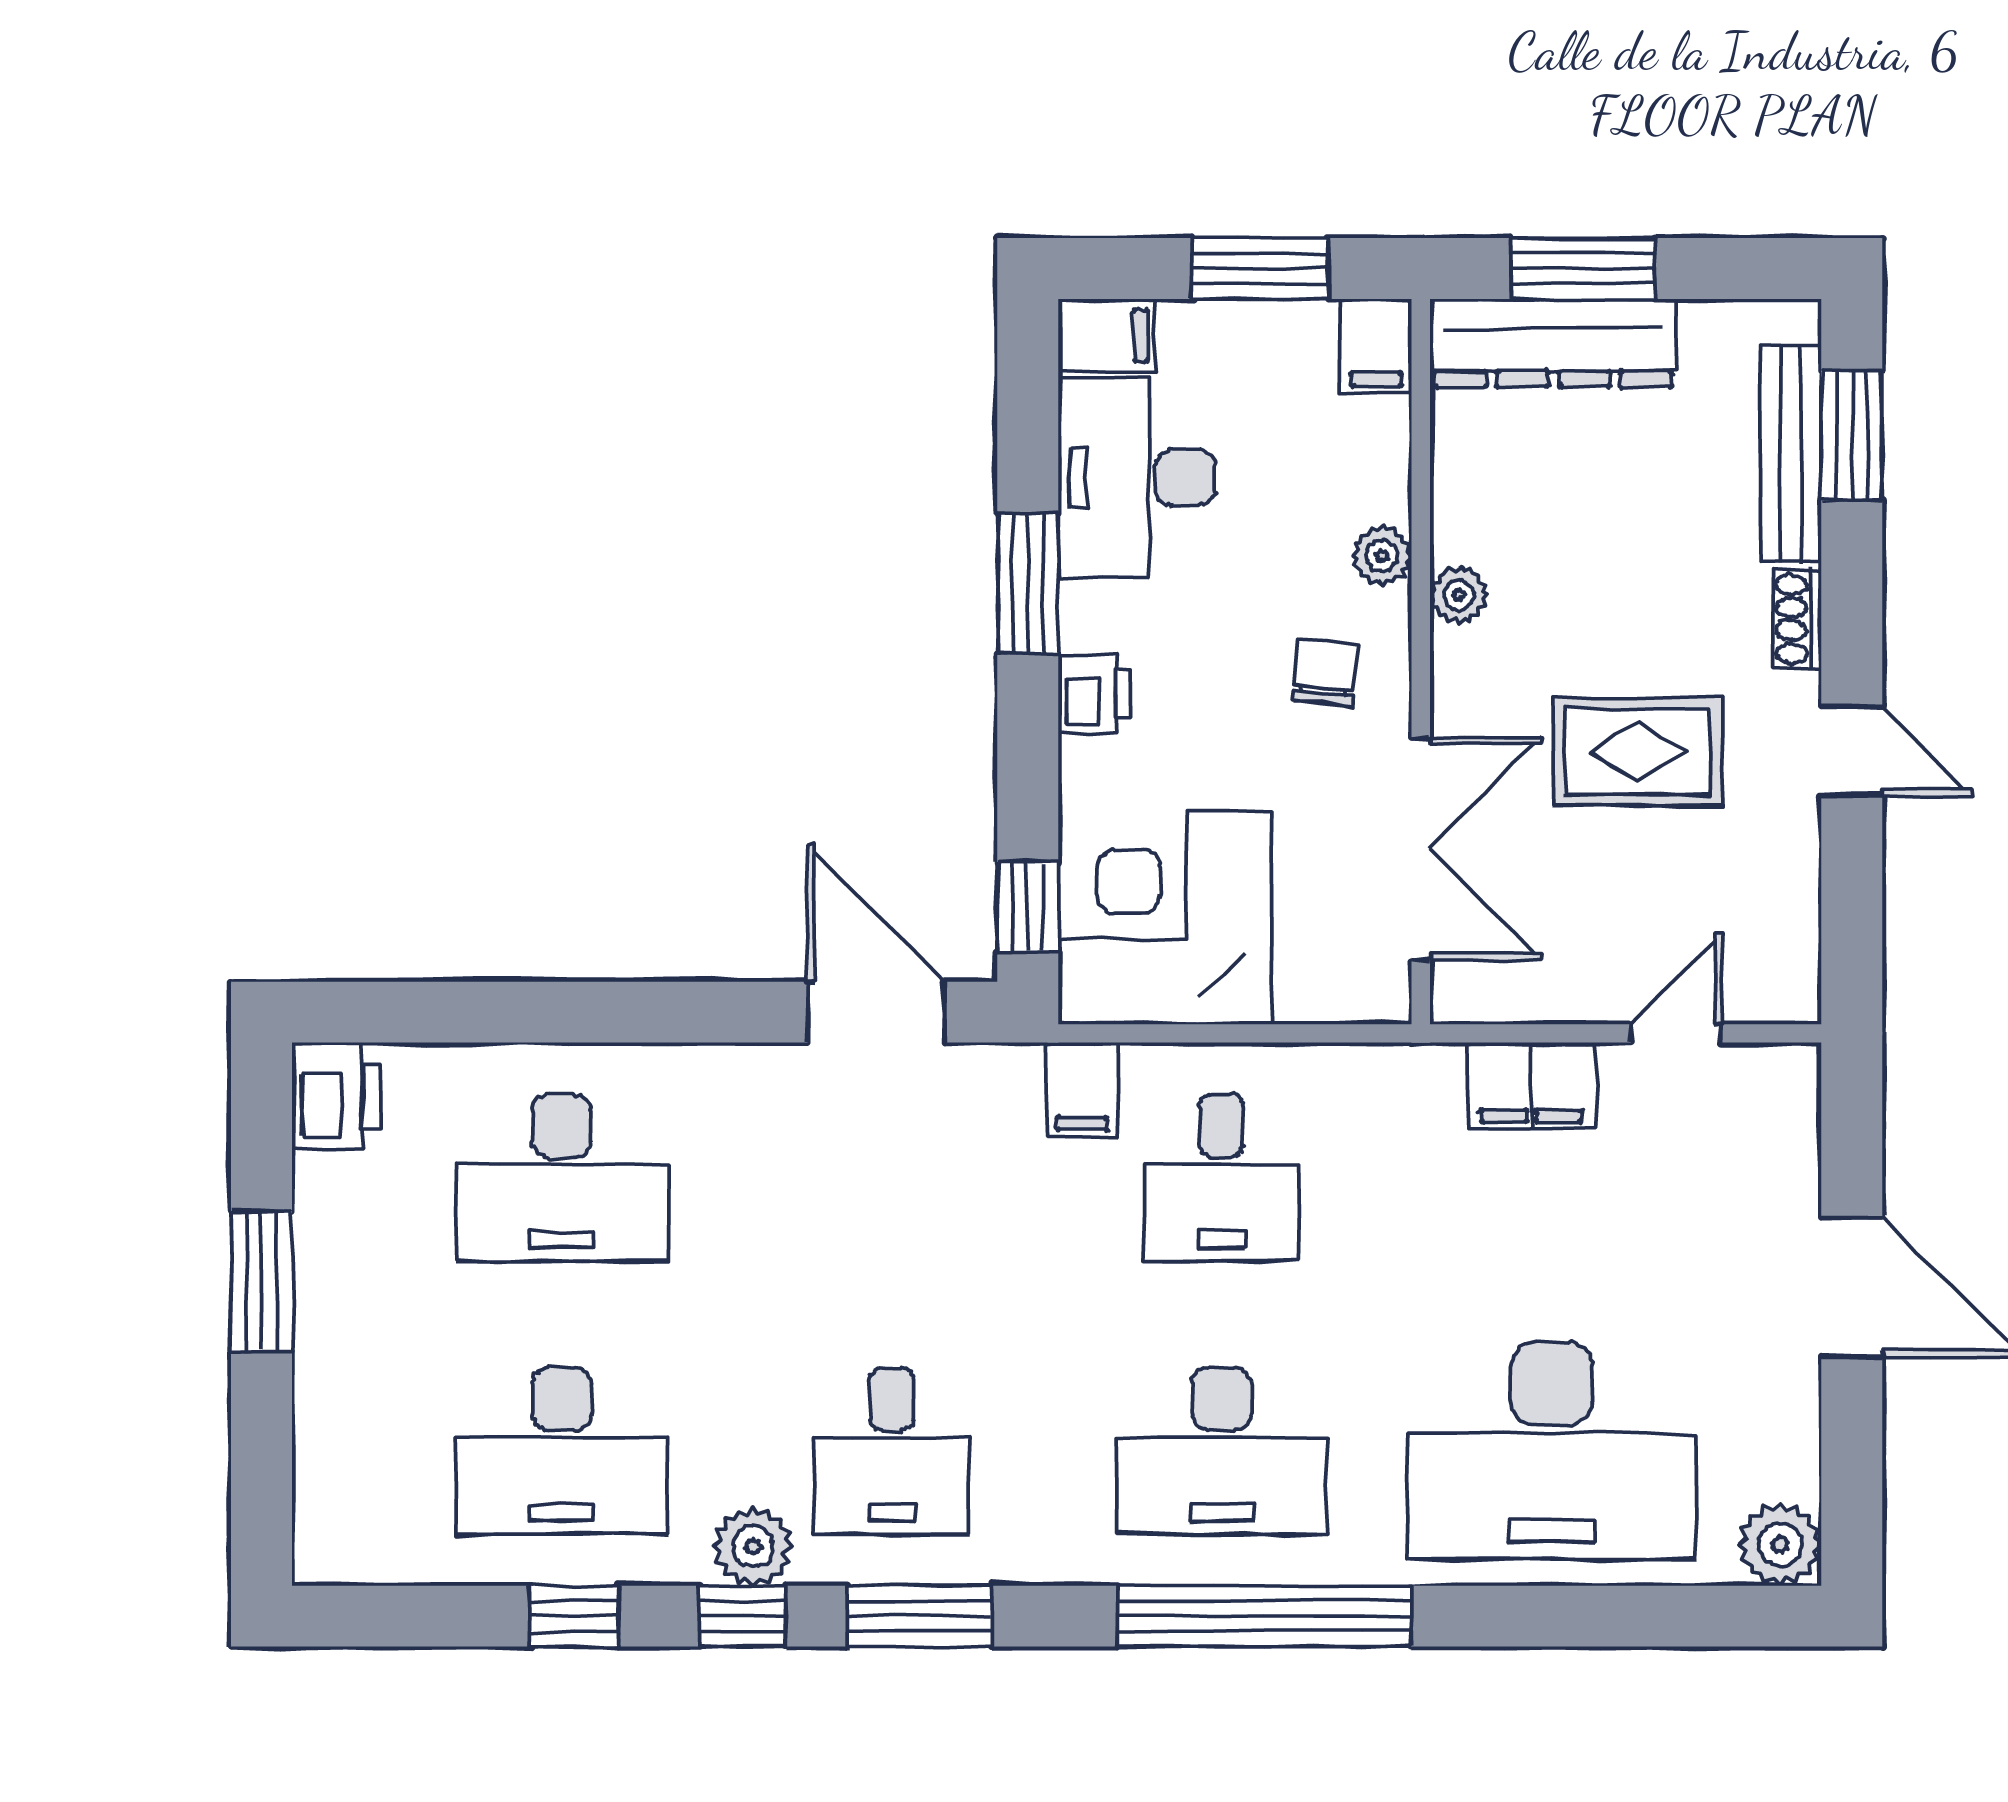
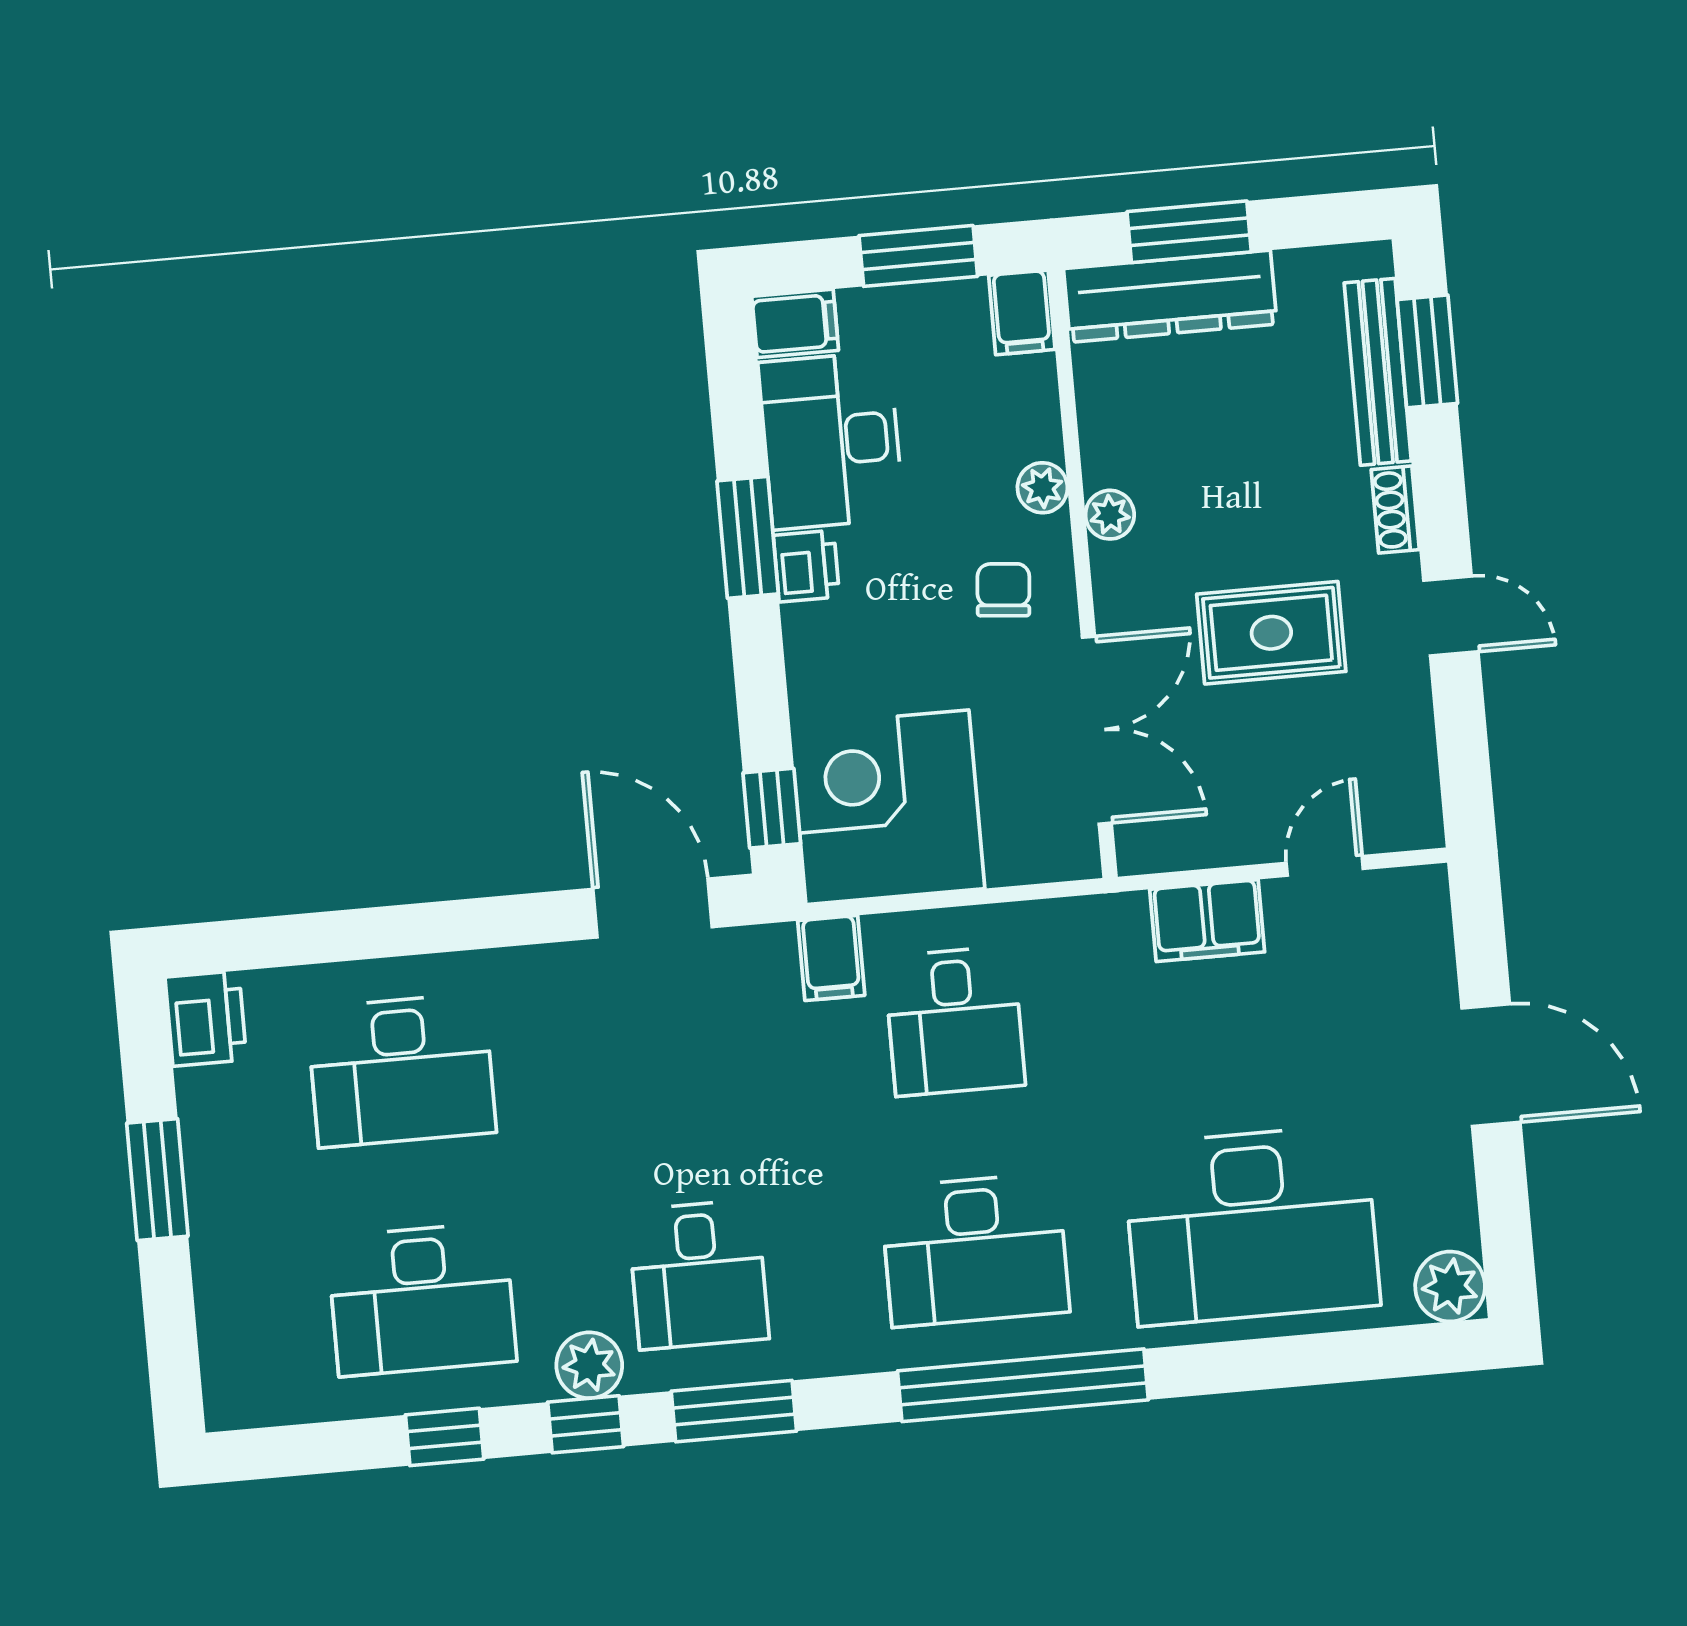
printer: (1094, 694) -> (806, 566), moved

